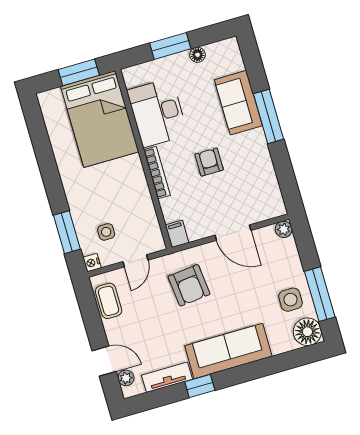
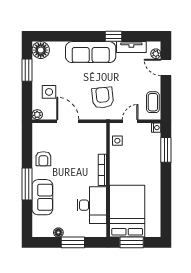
armchair: (209, 162) -> (43, 159), moved
side table: (106, 232) -> (117, 141), moved
filing cabinet: (177, 234) -> (101, 130), removed
window: (320, 294) -> (27, 70), width x0.69
side table: (290, 300) -> (49, 92), moved

